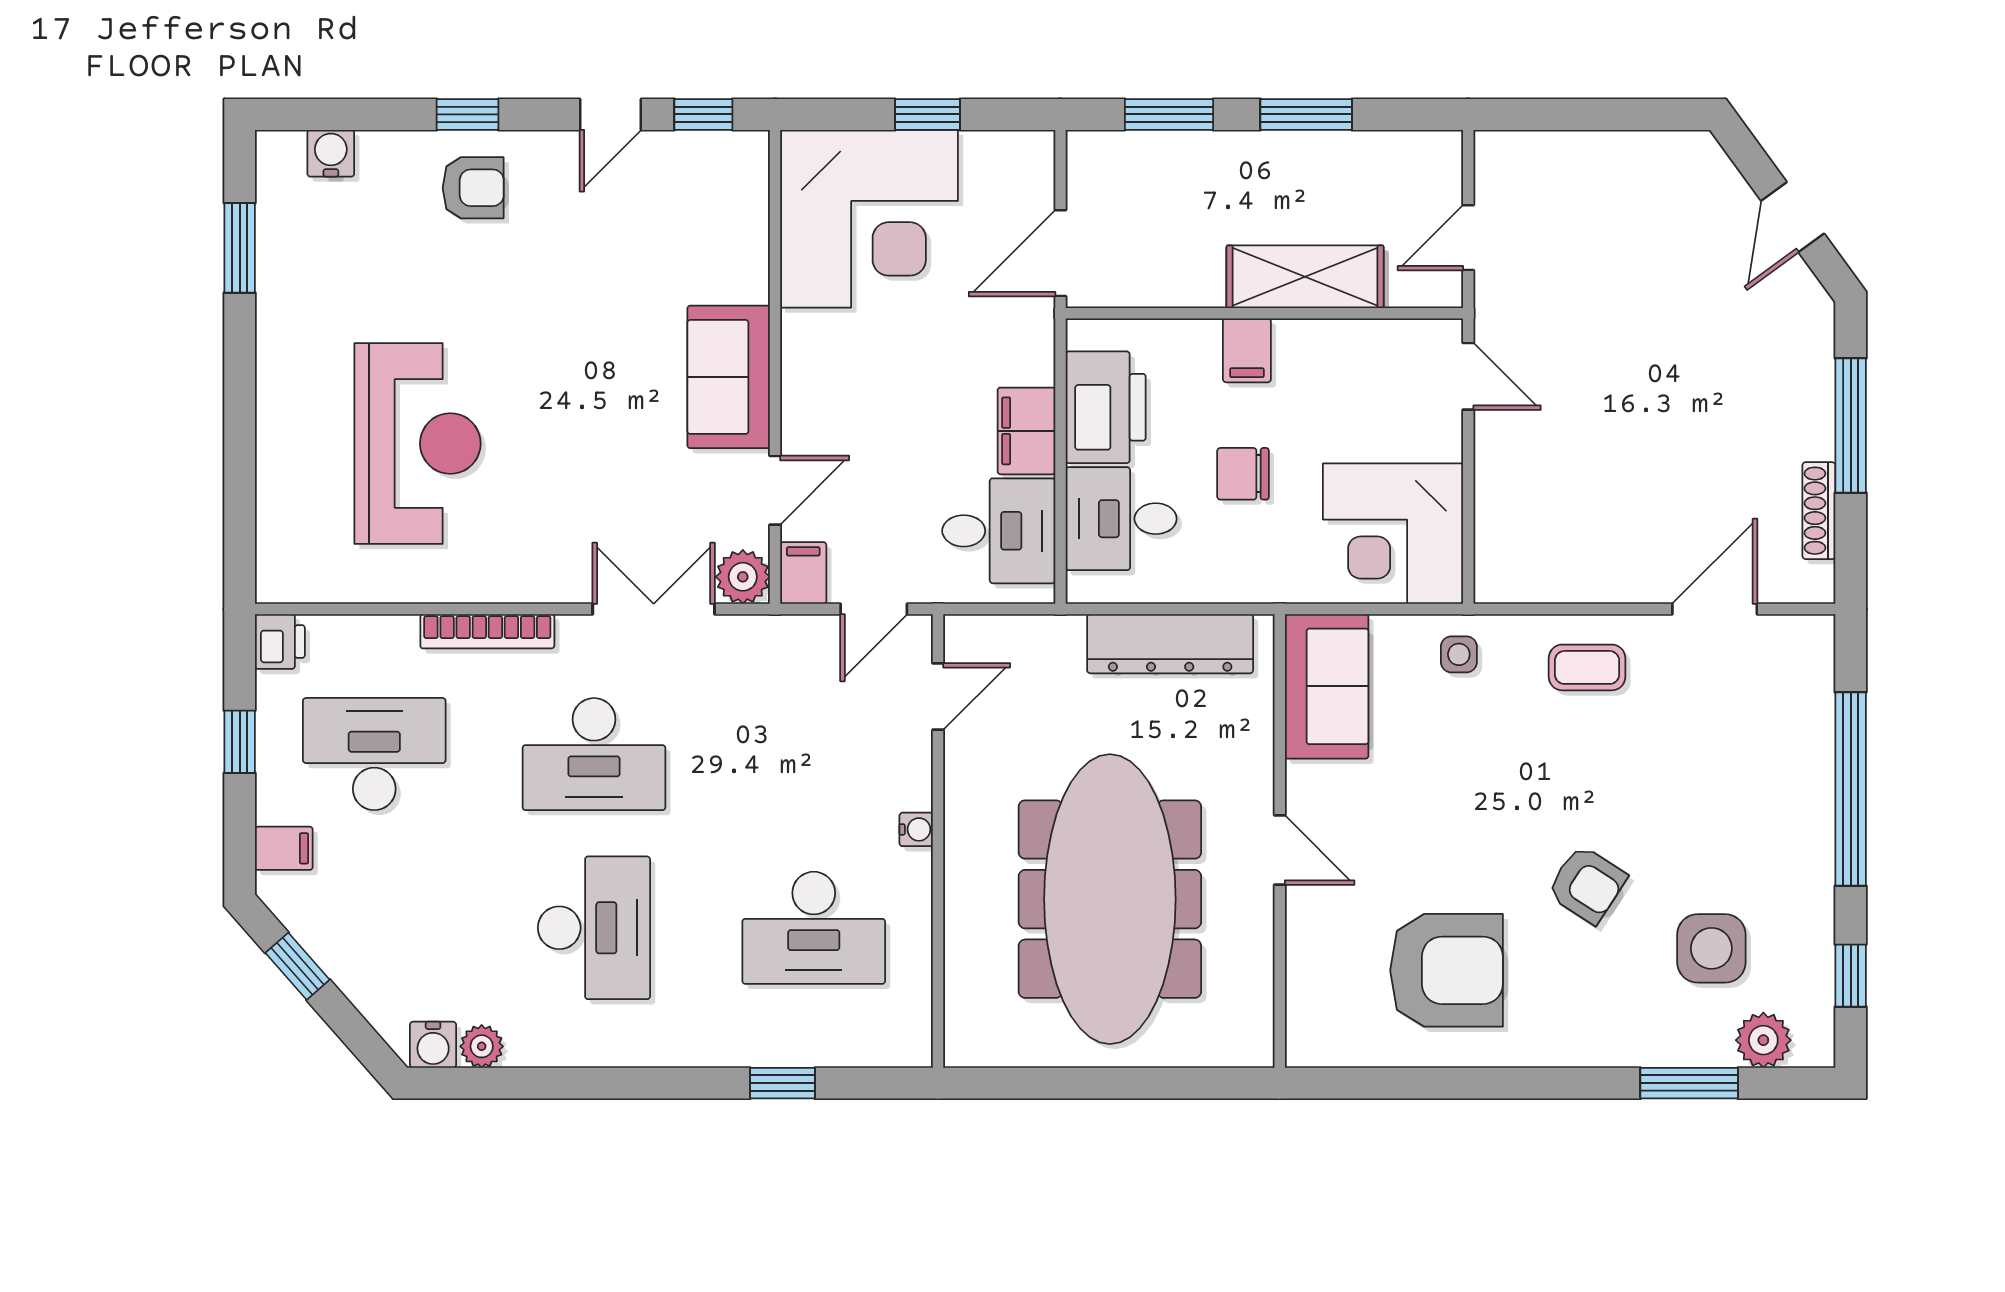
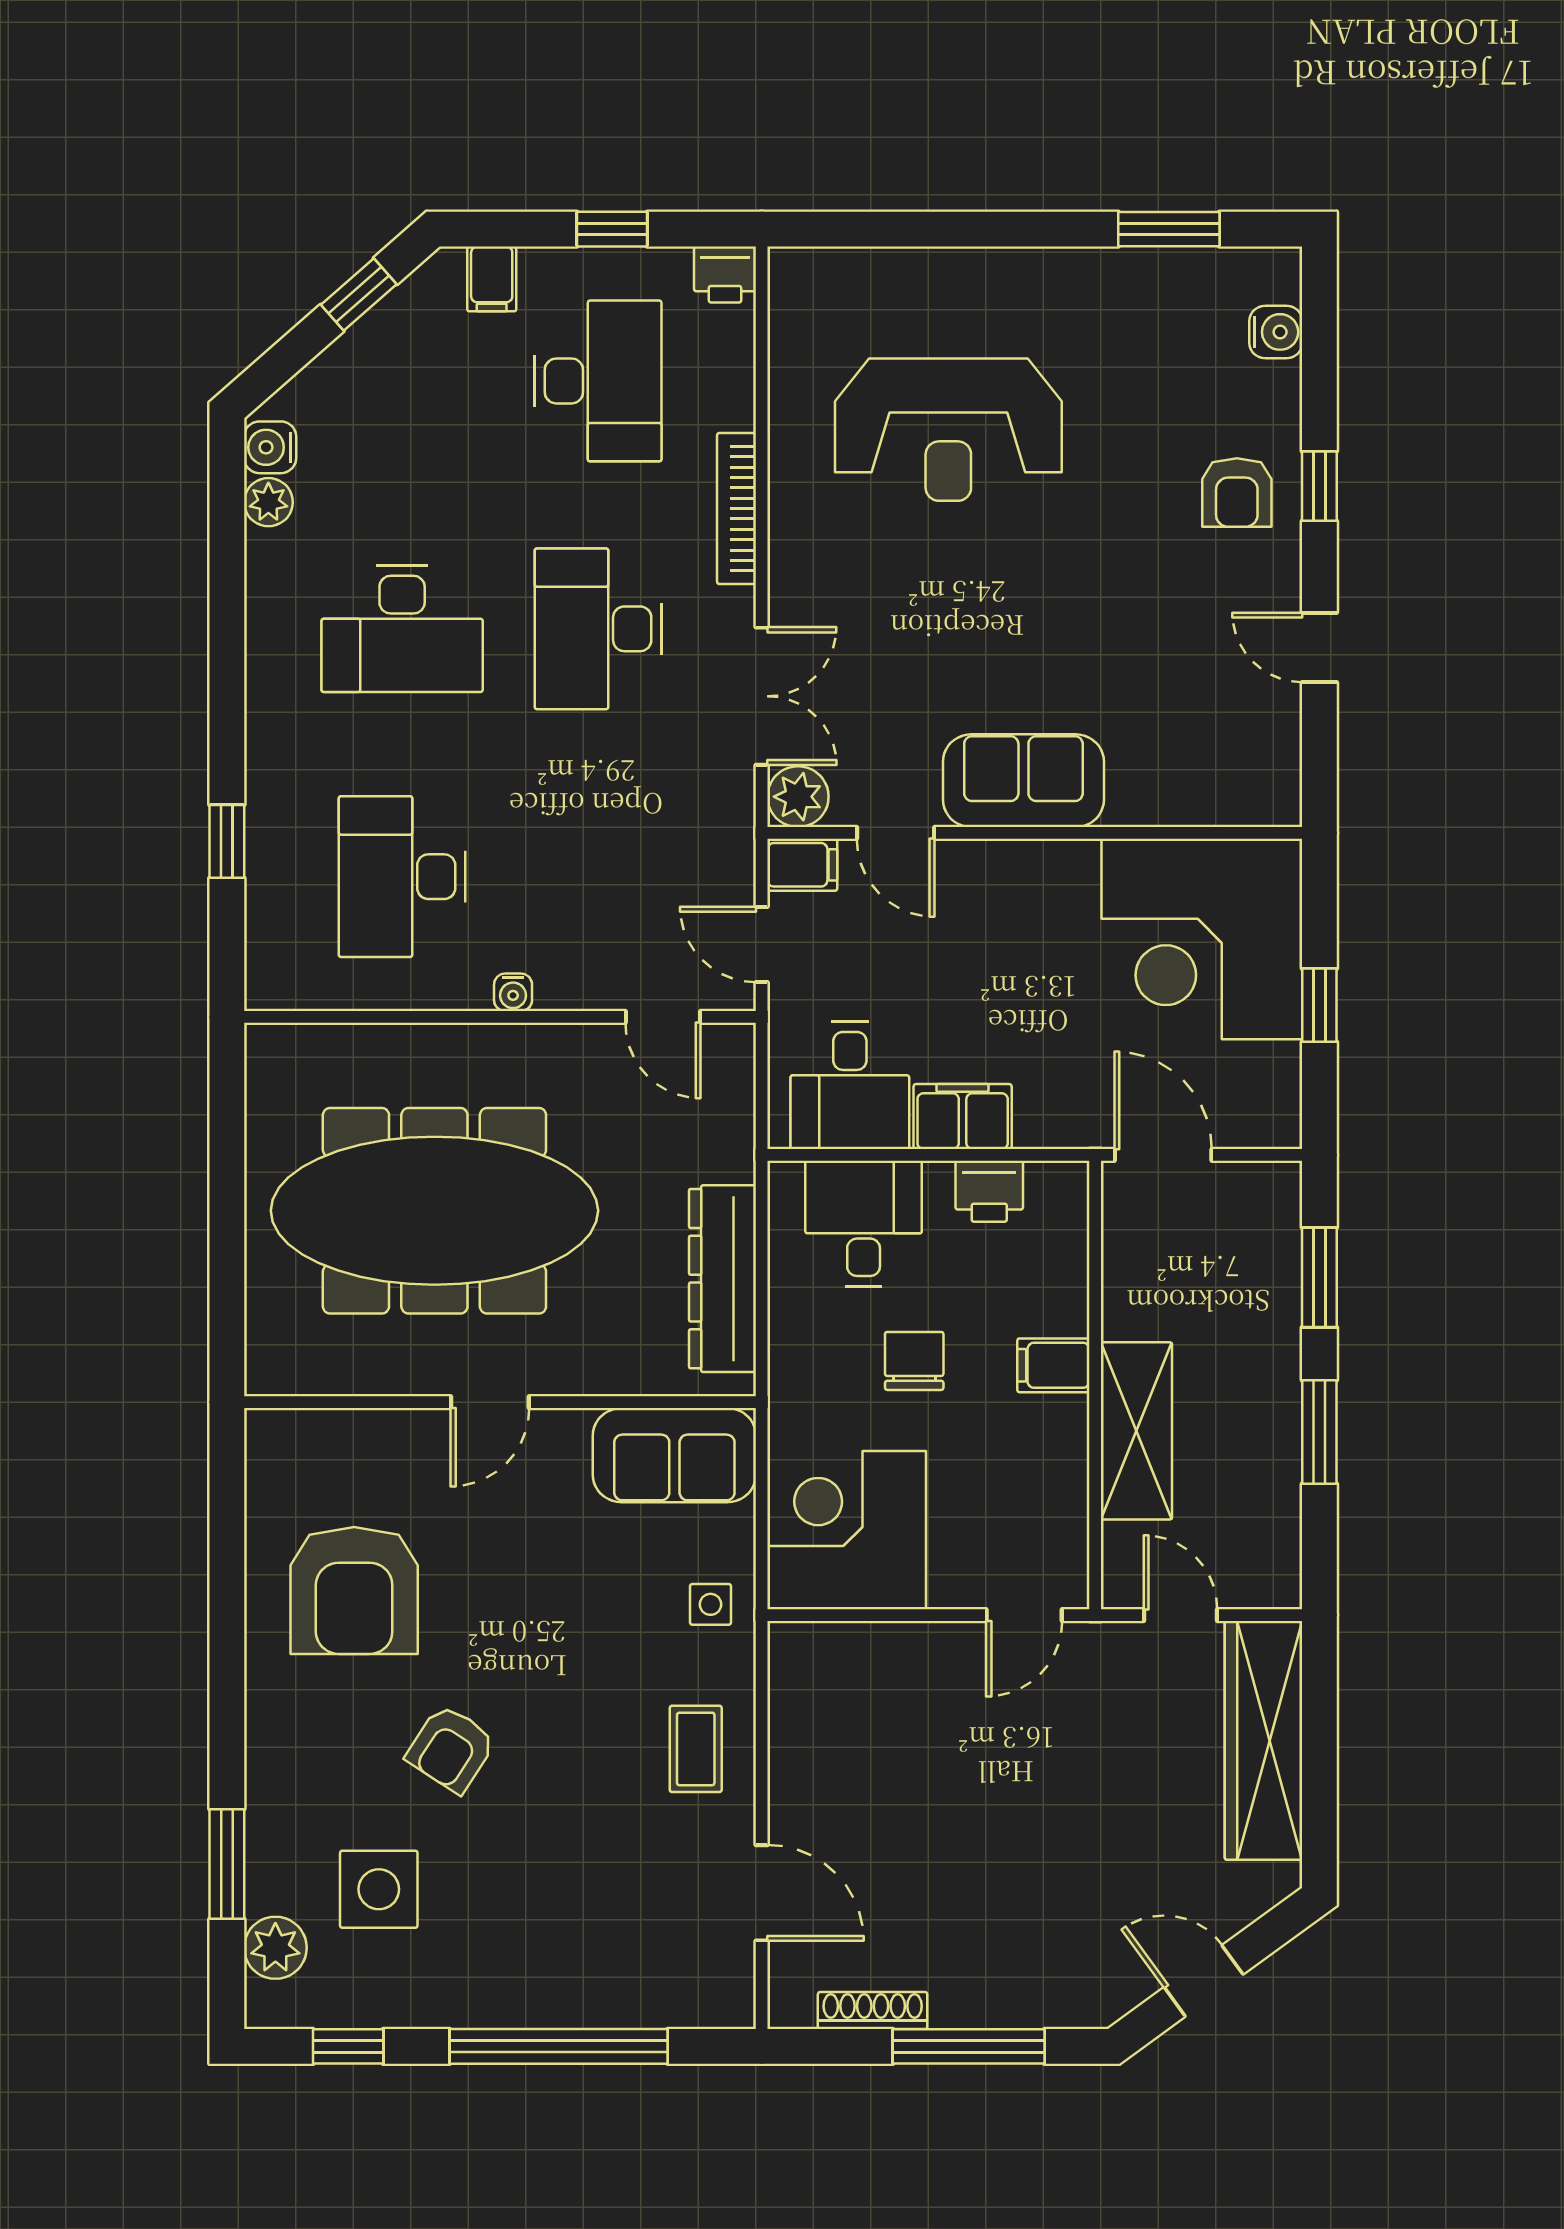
window: (703, 114) -> (1319, 752), removed
wardrobe: (1579, 164) -> (1264, 1740), added
printer: (1106, 407) -> (989, 1191), width x0.53, depth x0.68

